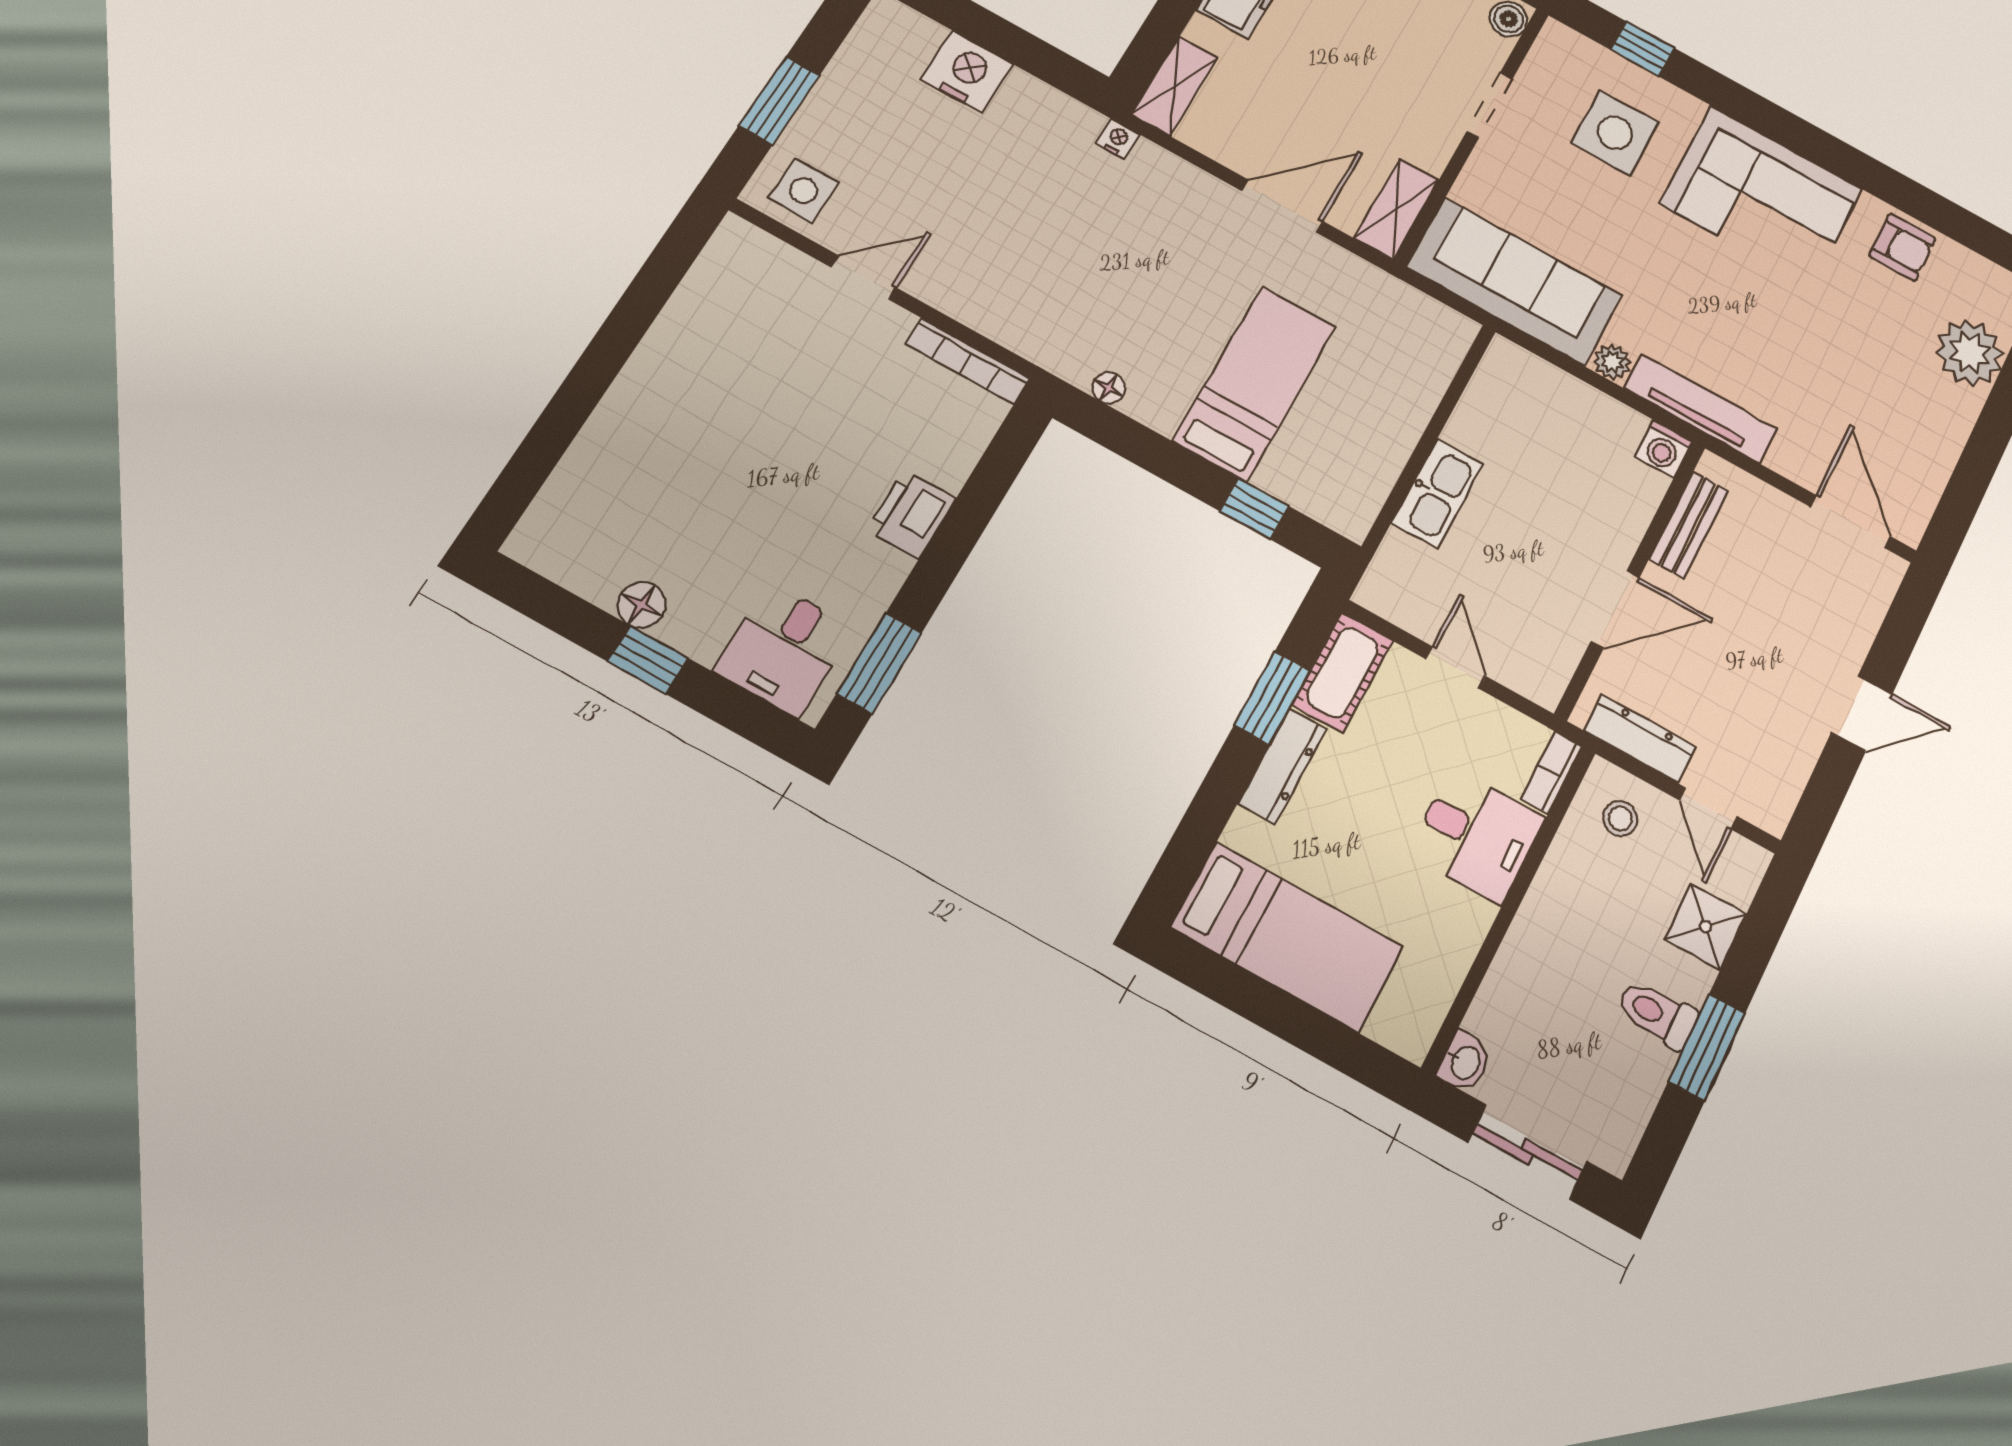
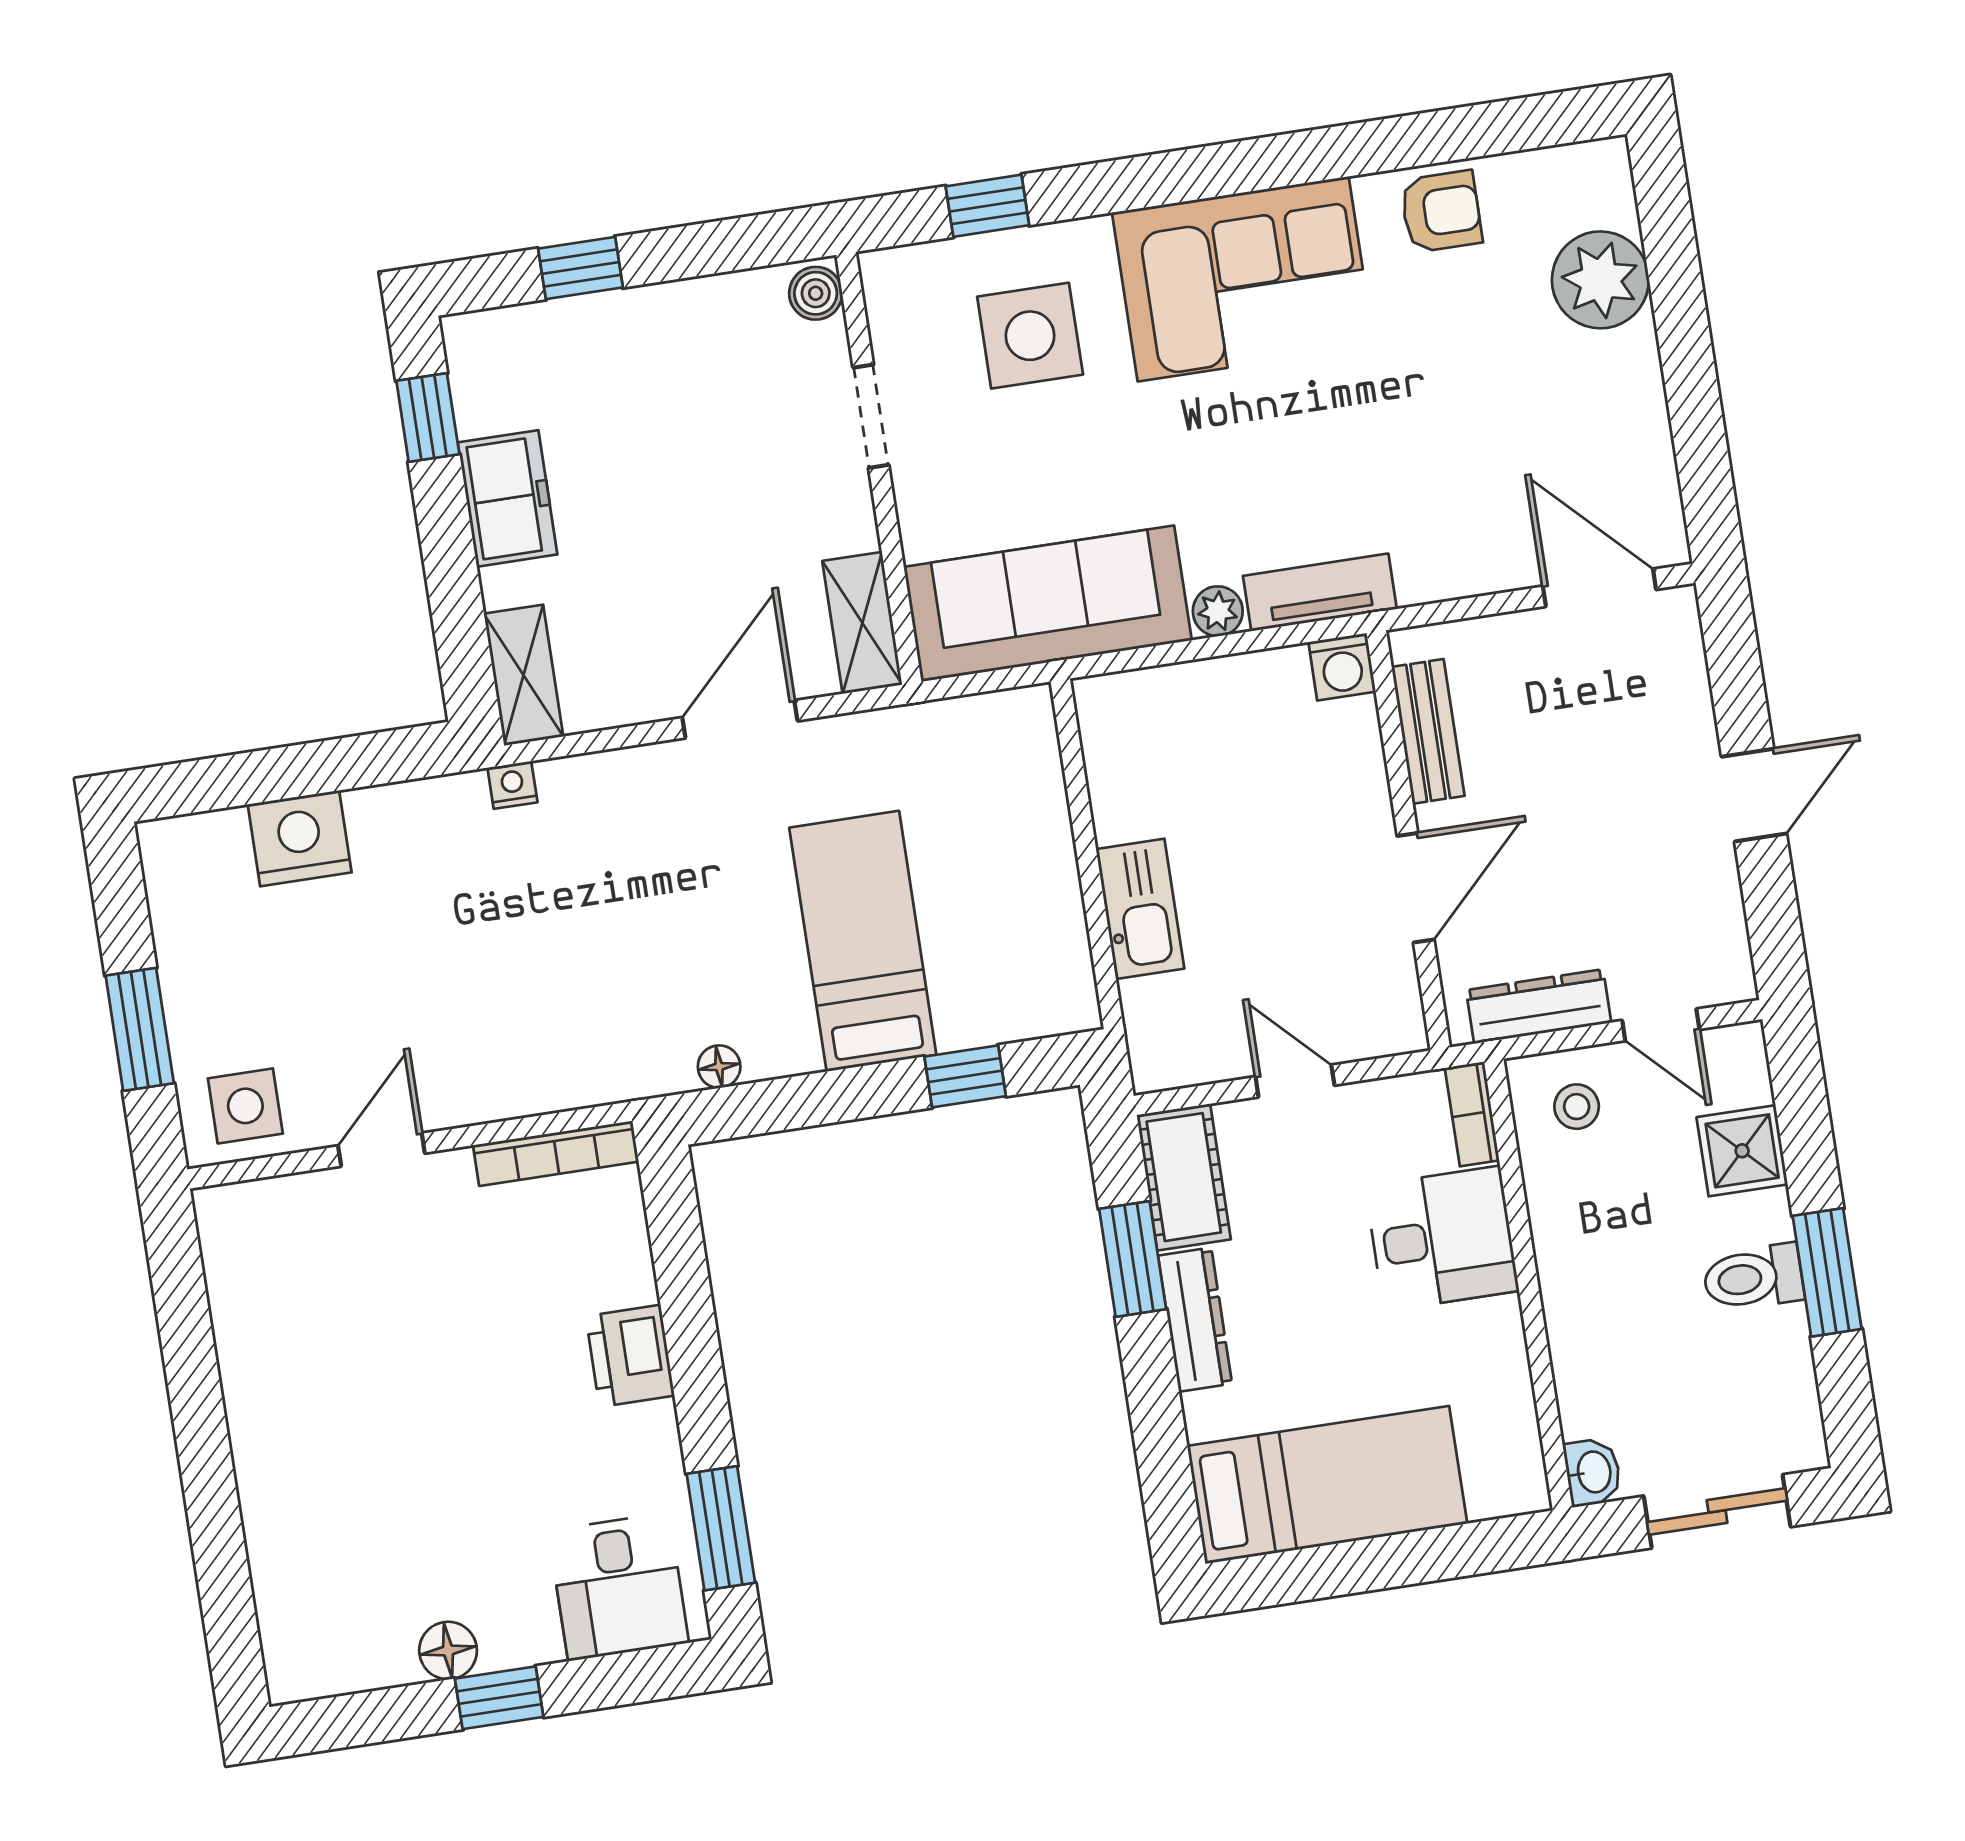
tv unit: (1701, 408) -> (1320, 592), width x0.71

